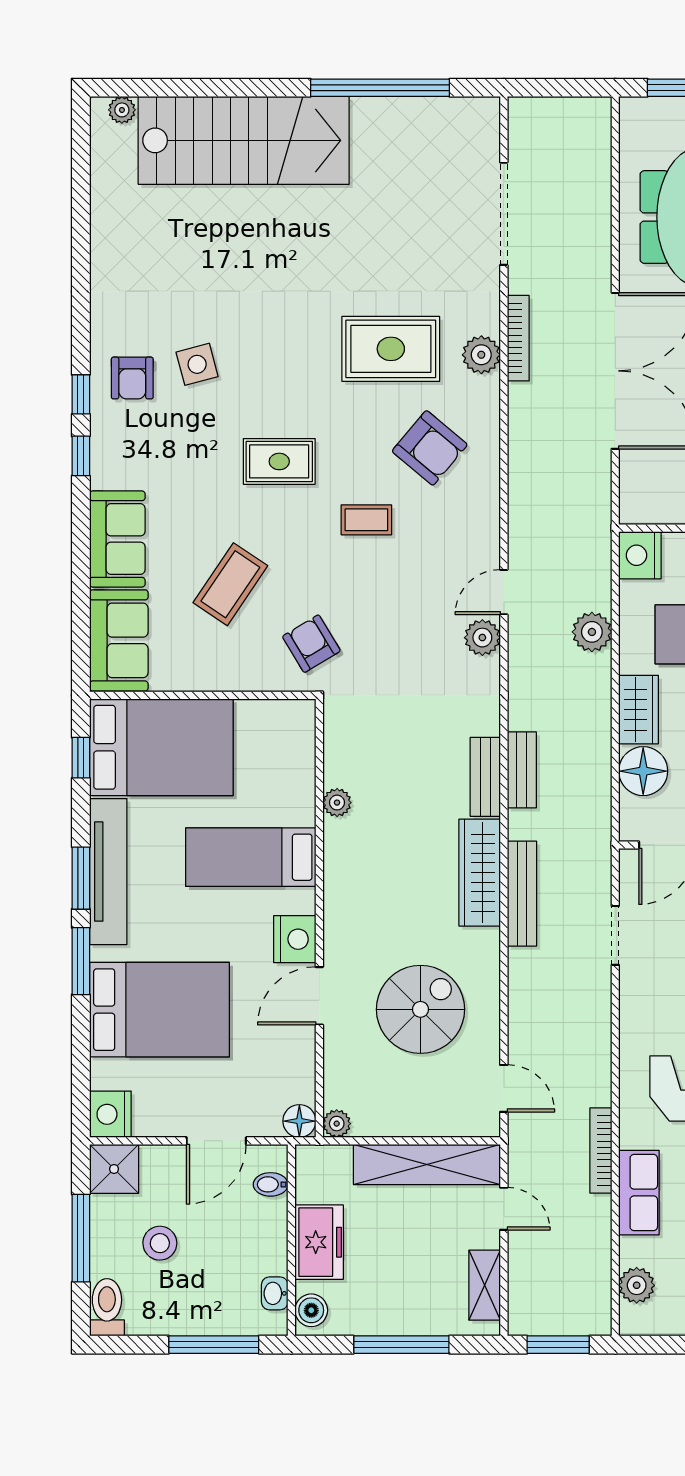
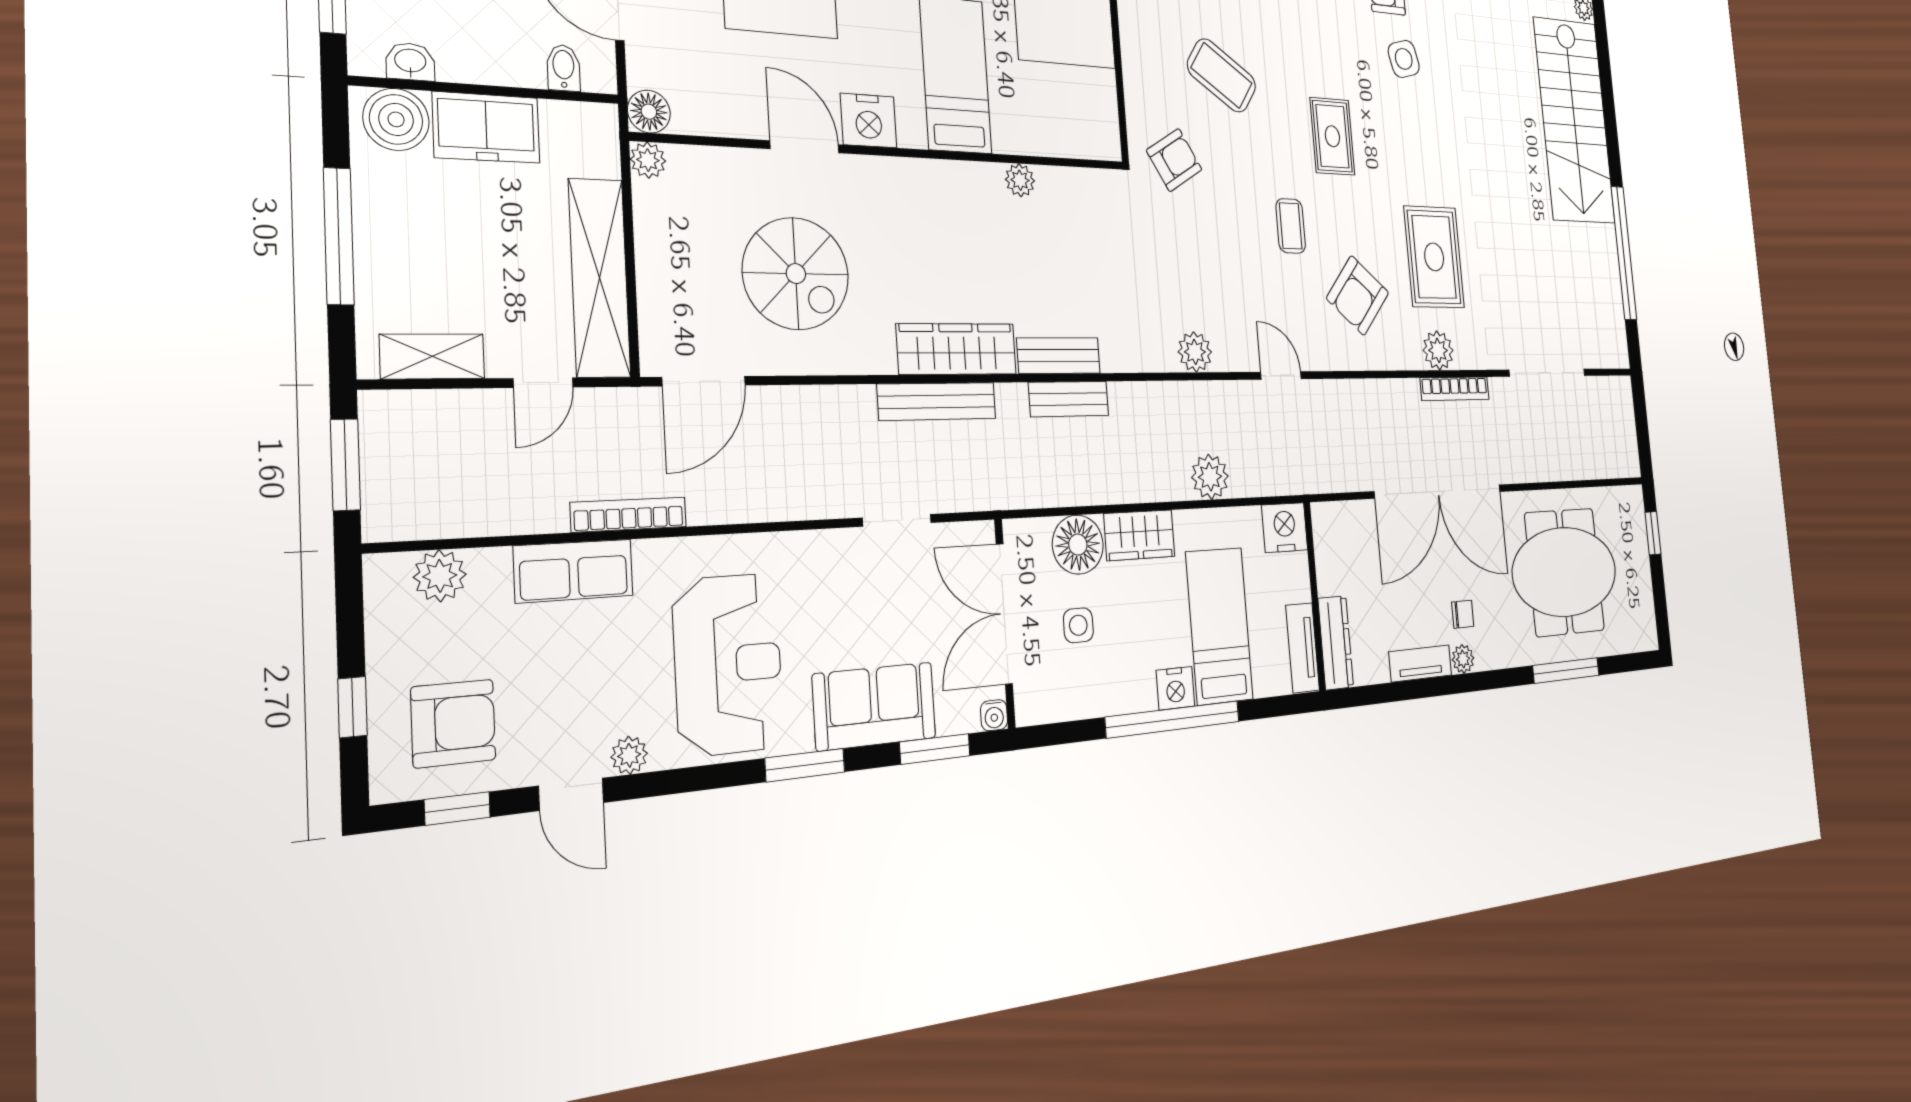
door: (504, 592) -> (1281, 375), moved
door: (504, 1088) -> (704, 381), width x1.38
boiler: (311, 1310) -> (396, 119), width x1.36, depth x1.36

